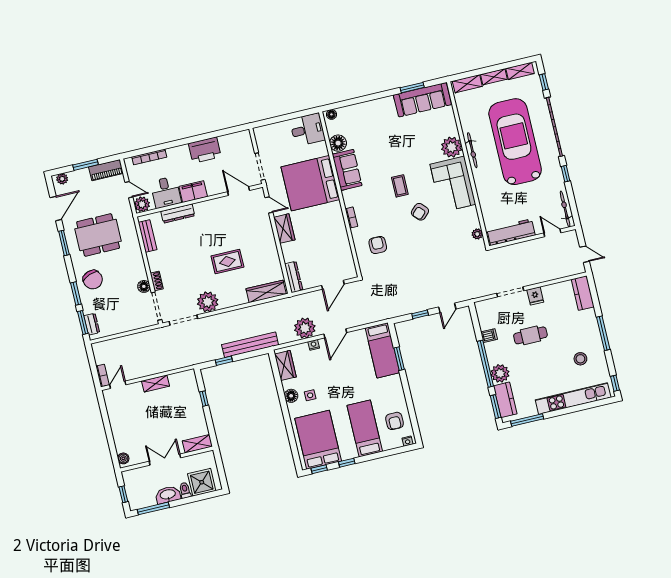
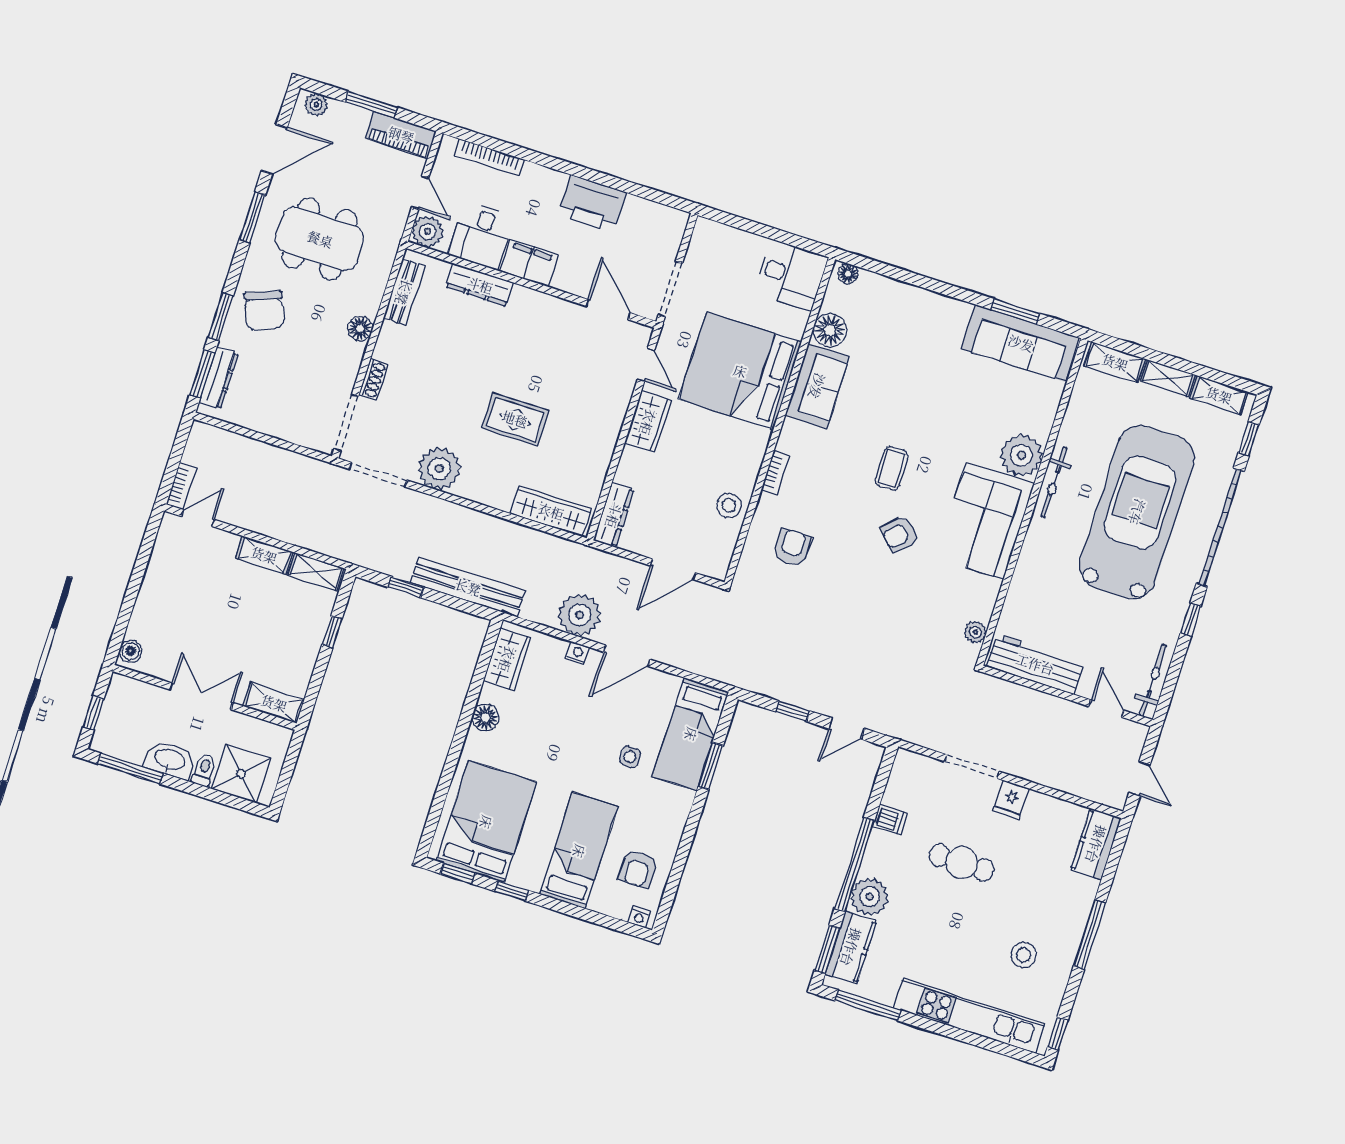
stool: (340, 243) -> (729, 506), added
floor lamp: (144, 286) -> (360, 329), moved
dresser: (92, 324) -> (219, 378), width x1.44
shelving: (182, 377) -> (316, 572), added
side table: (310, 395) -> (630, 757), moved

